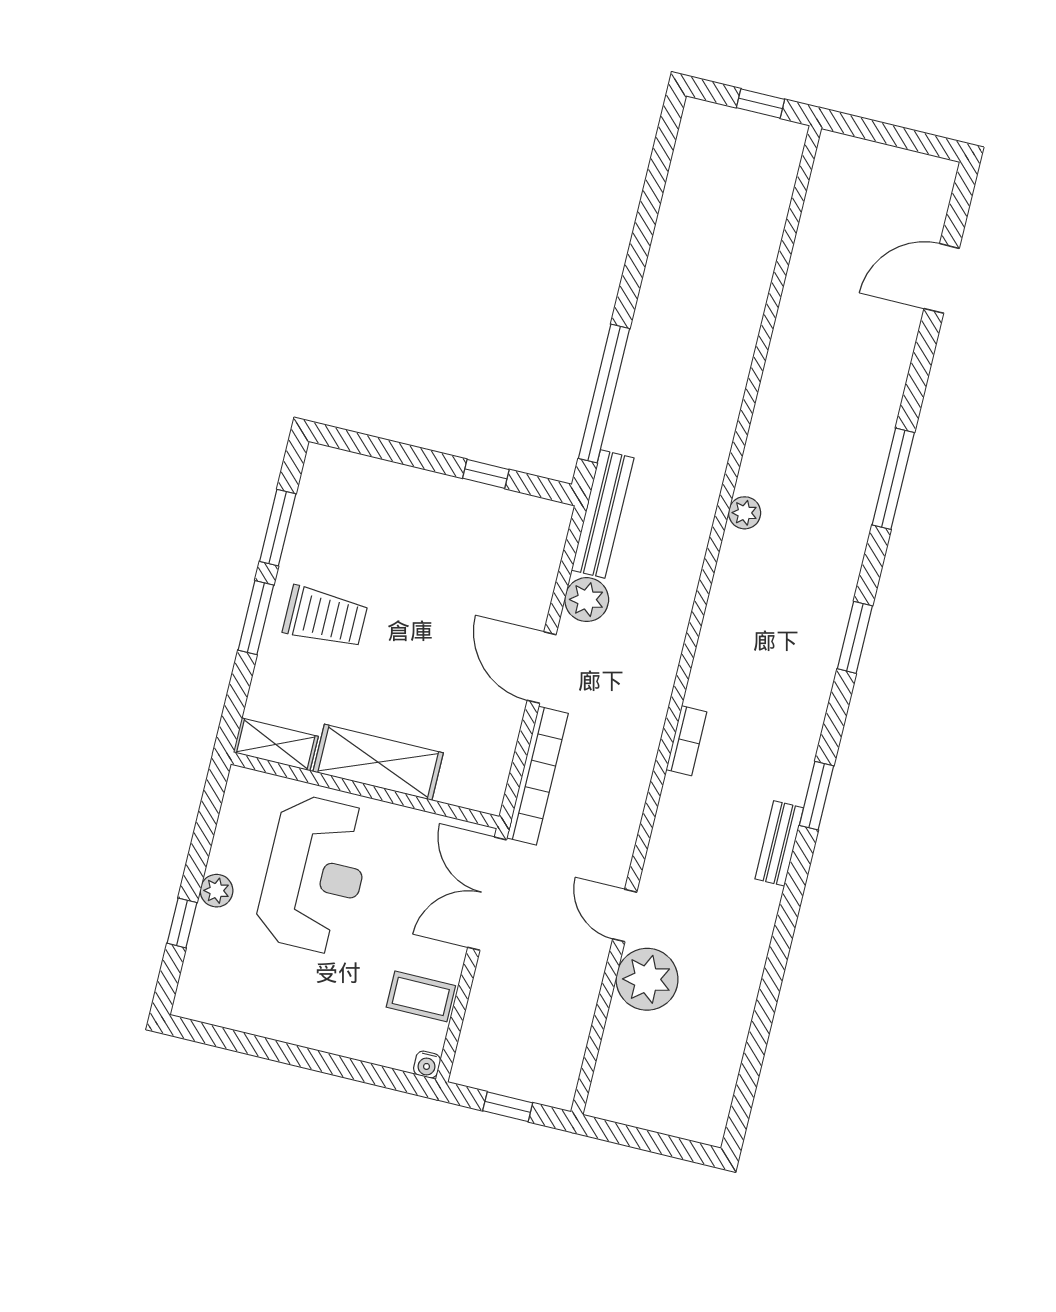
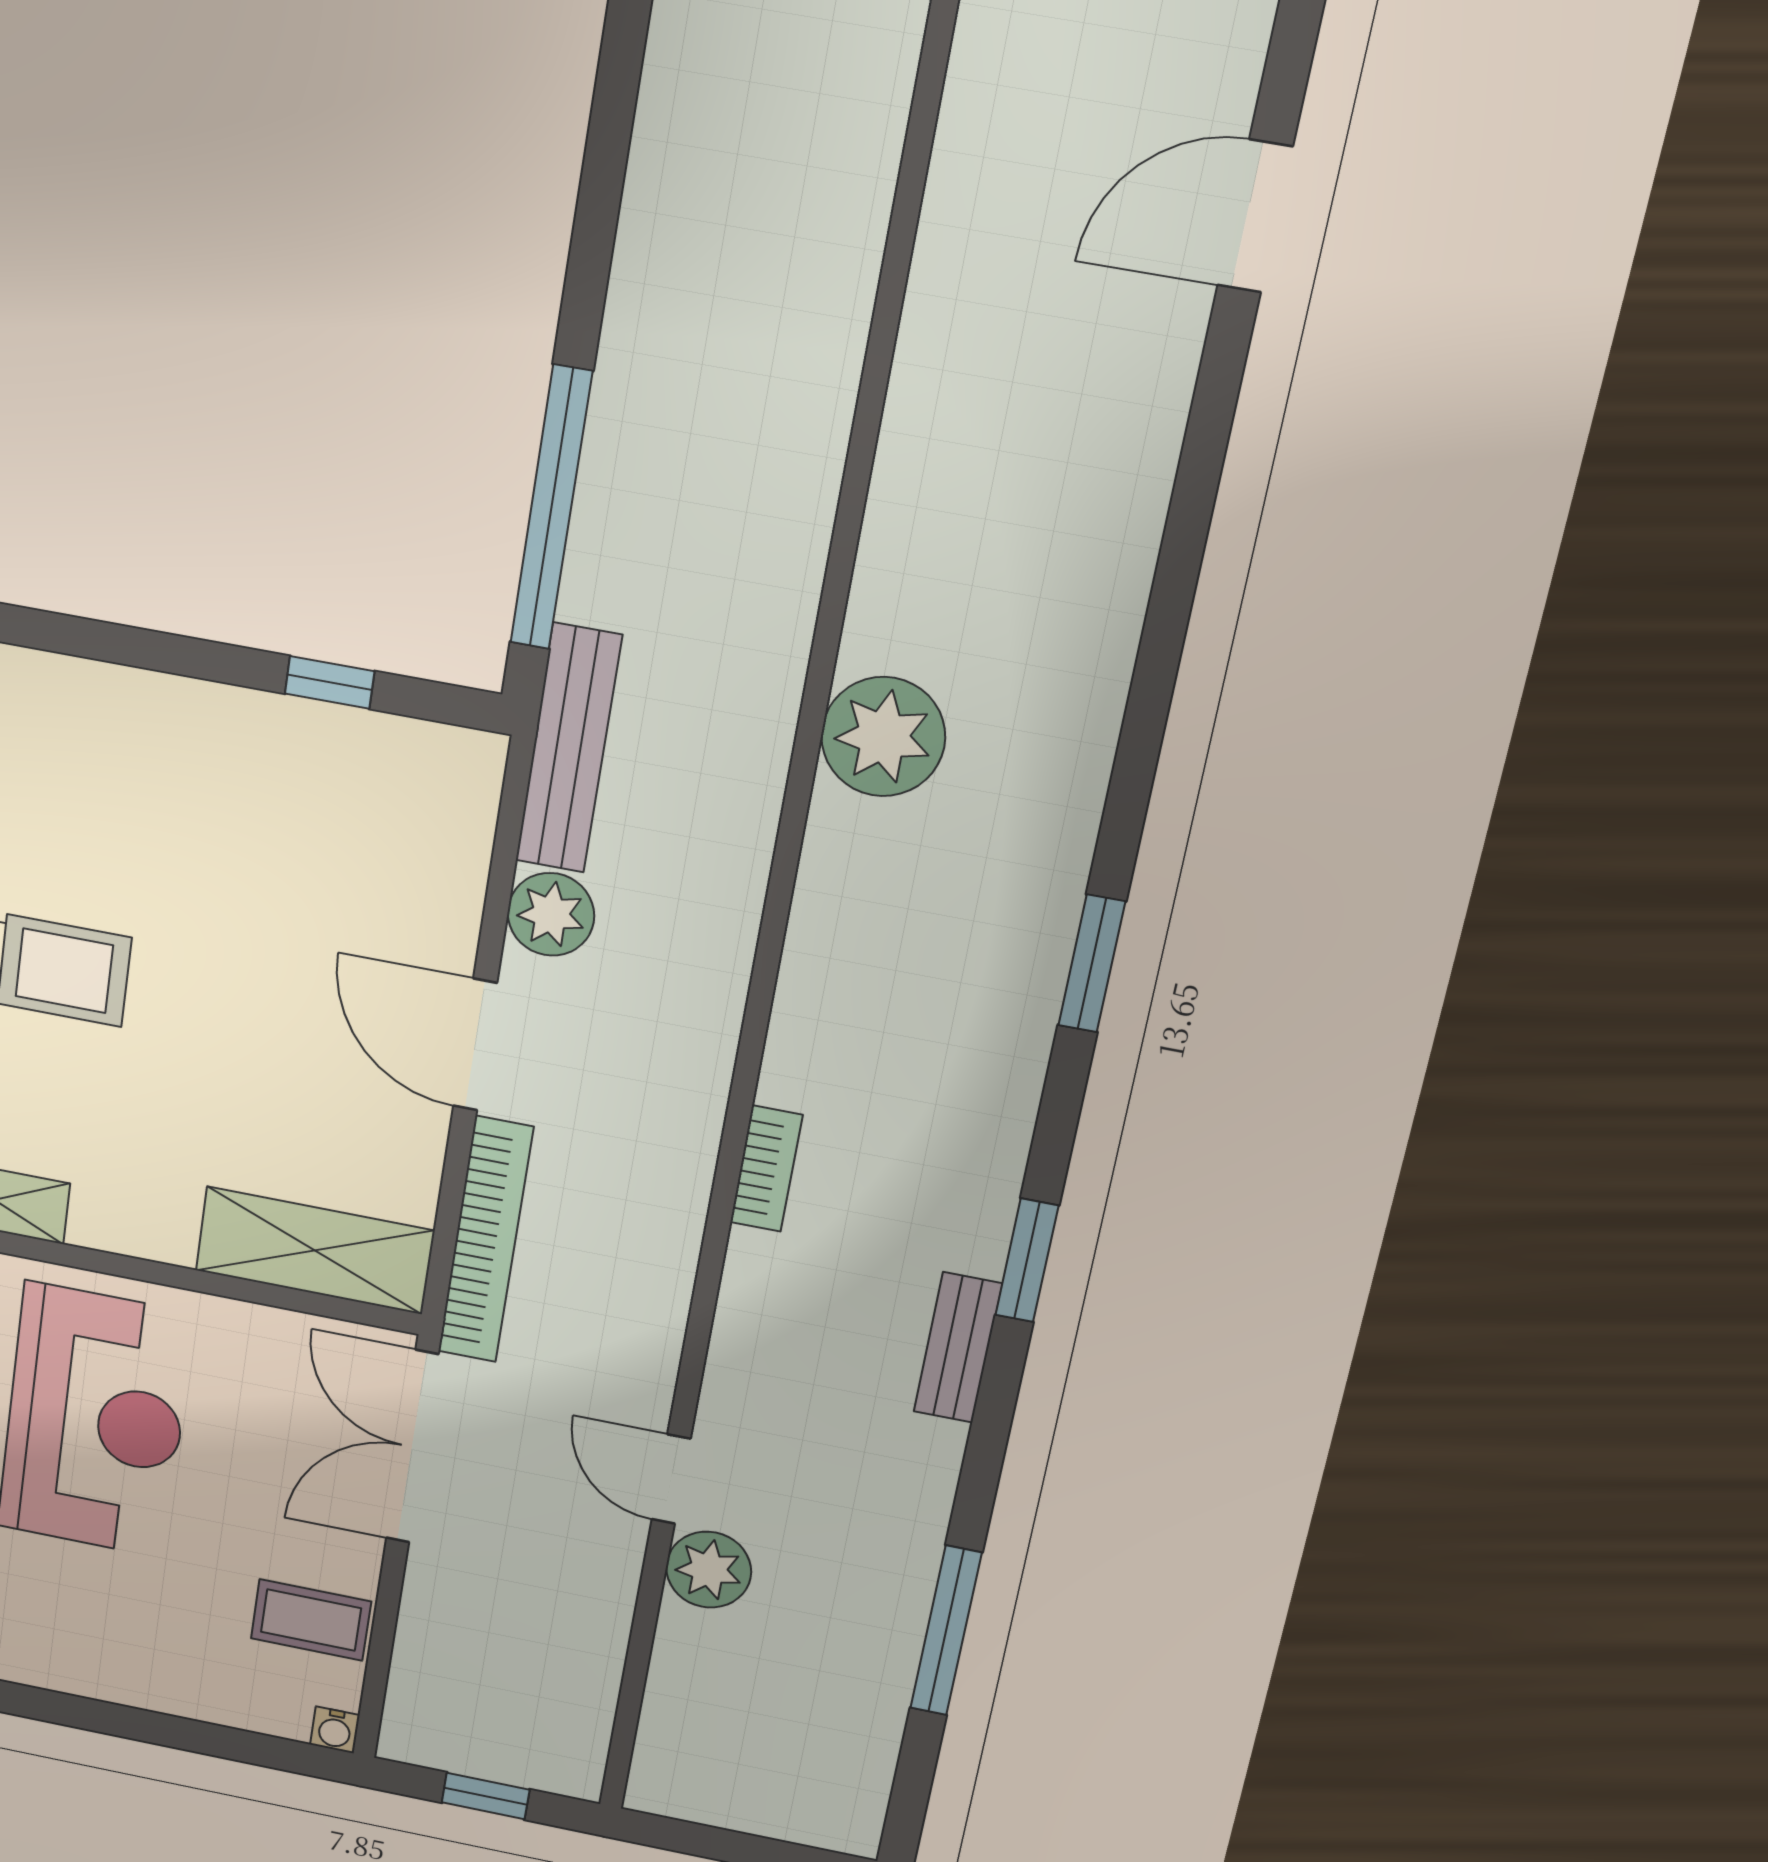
window: (893, 479) -> (946, 1631), moved
plant: (745, 513) -> (883, 737), width x1.88, depth x1.88
shelving: (378, 762) -> (315, 1250), moved
plant: (647, 979) -> (709, 1570), width x0.73, depth x0.73

